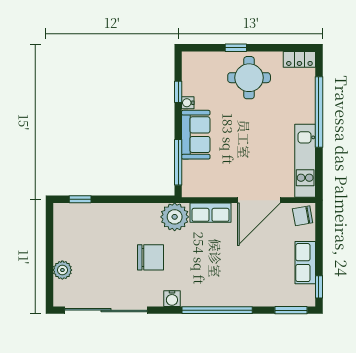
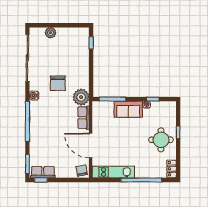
row of seats: (305, 263) -> (43, 172), moved

